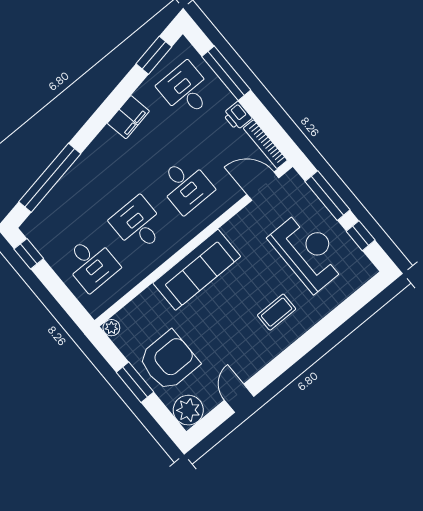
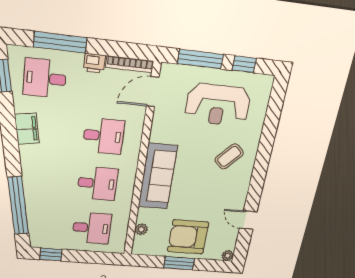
desk: (138, 225) -> (97, 183), turned 180
reception desk: (308, 252) -> (218, 105), turned 180
coffee table: (277, 312) -> (229, 156), turned 43
plant: (111, 328) -> (141, 229), moved
armchair: (169, 361) -> (188, 237), turned -90
plant: (188, 410) -> (228, 256), width x0.53, depth x0.53

